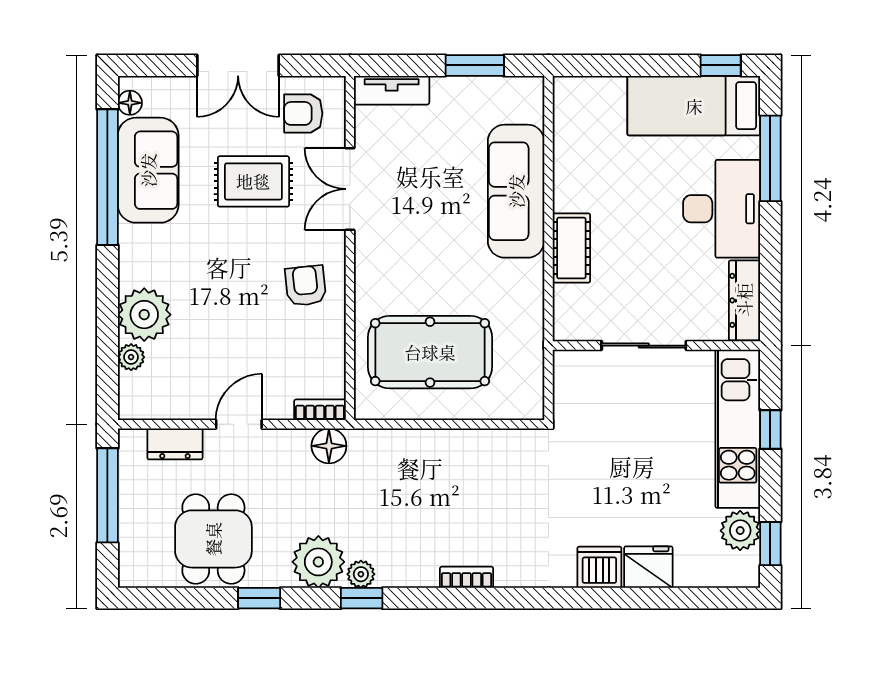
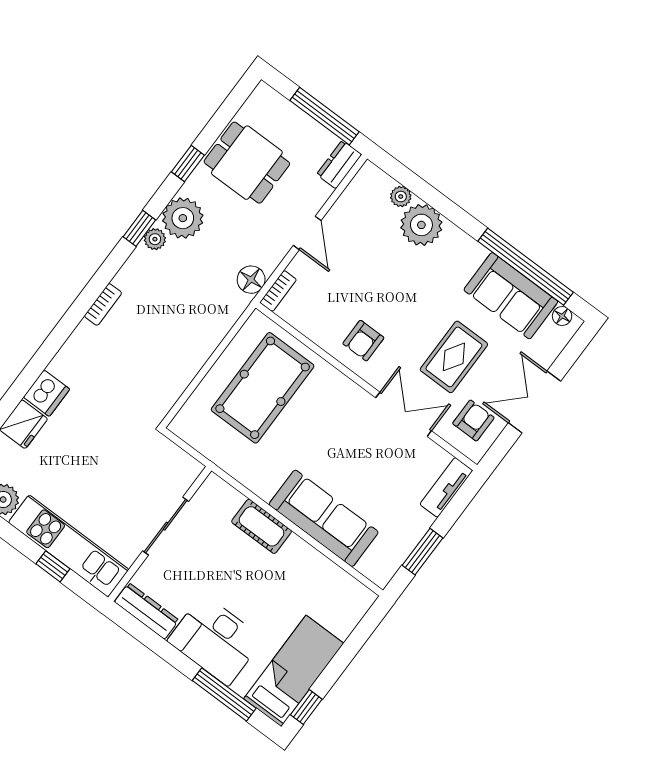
armchair: (306, 286) -> (363, 341), turned 96
dresser: (175, 444) -> (339, 165), moved

